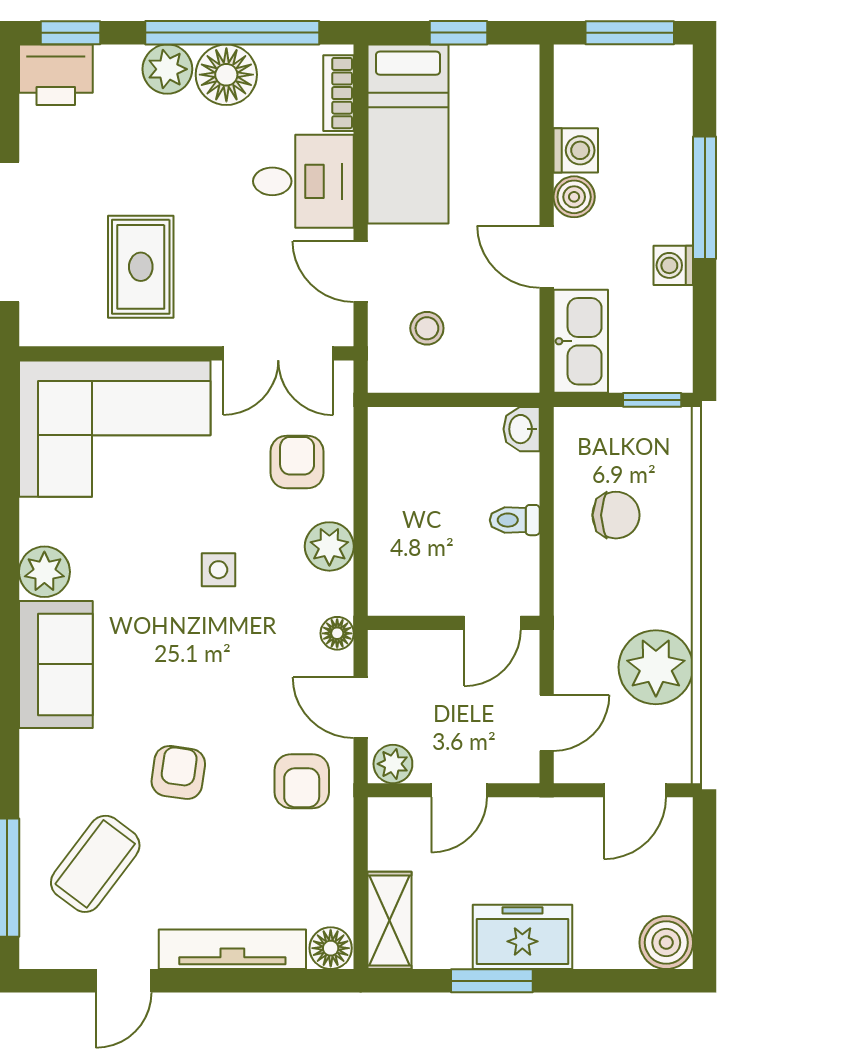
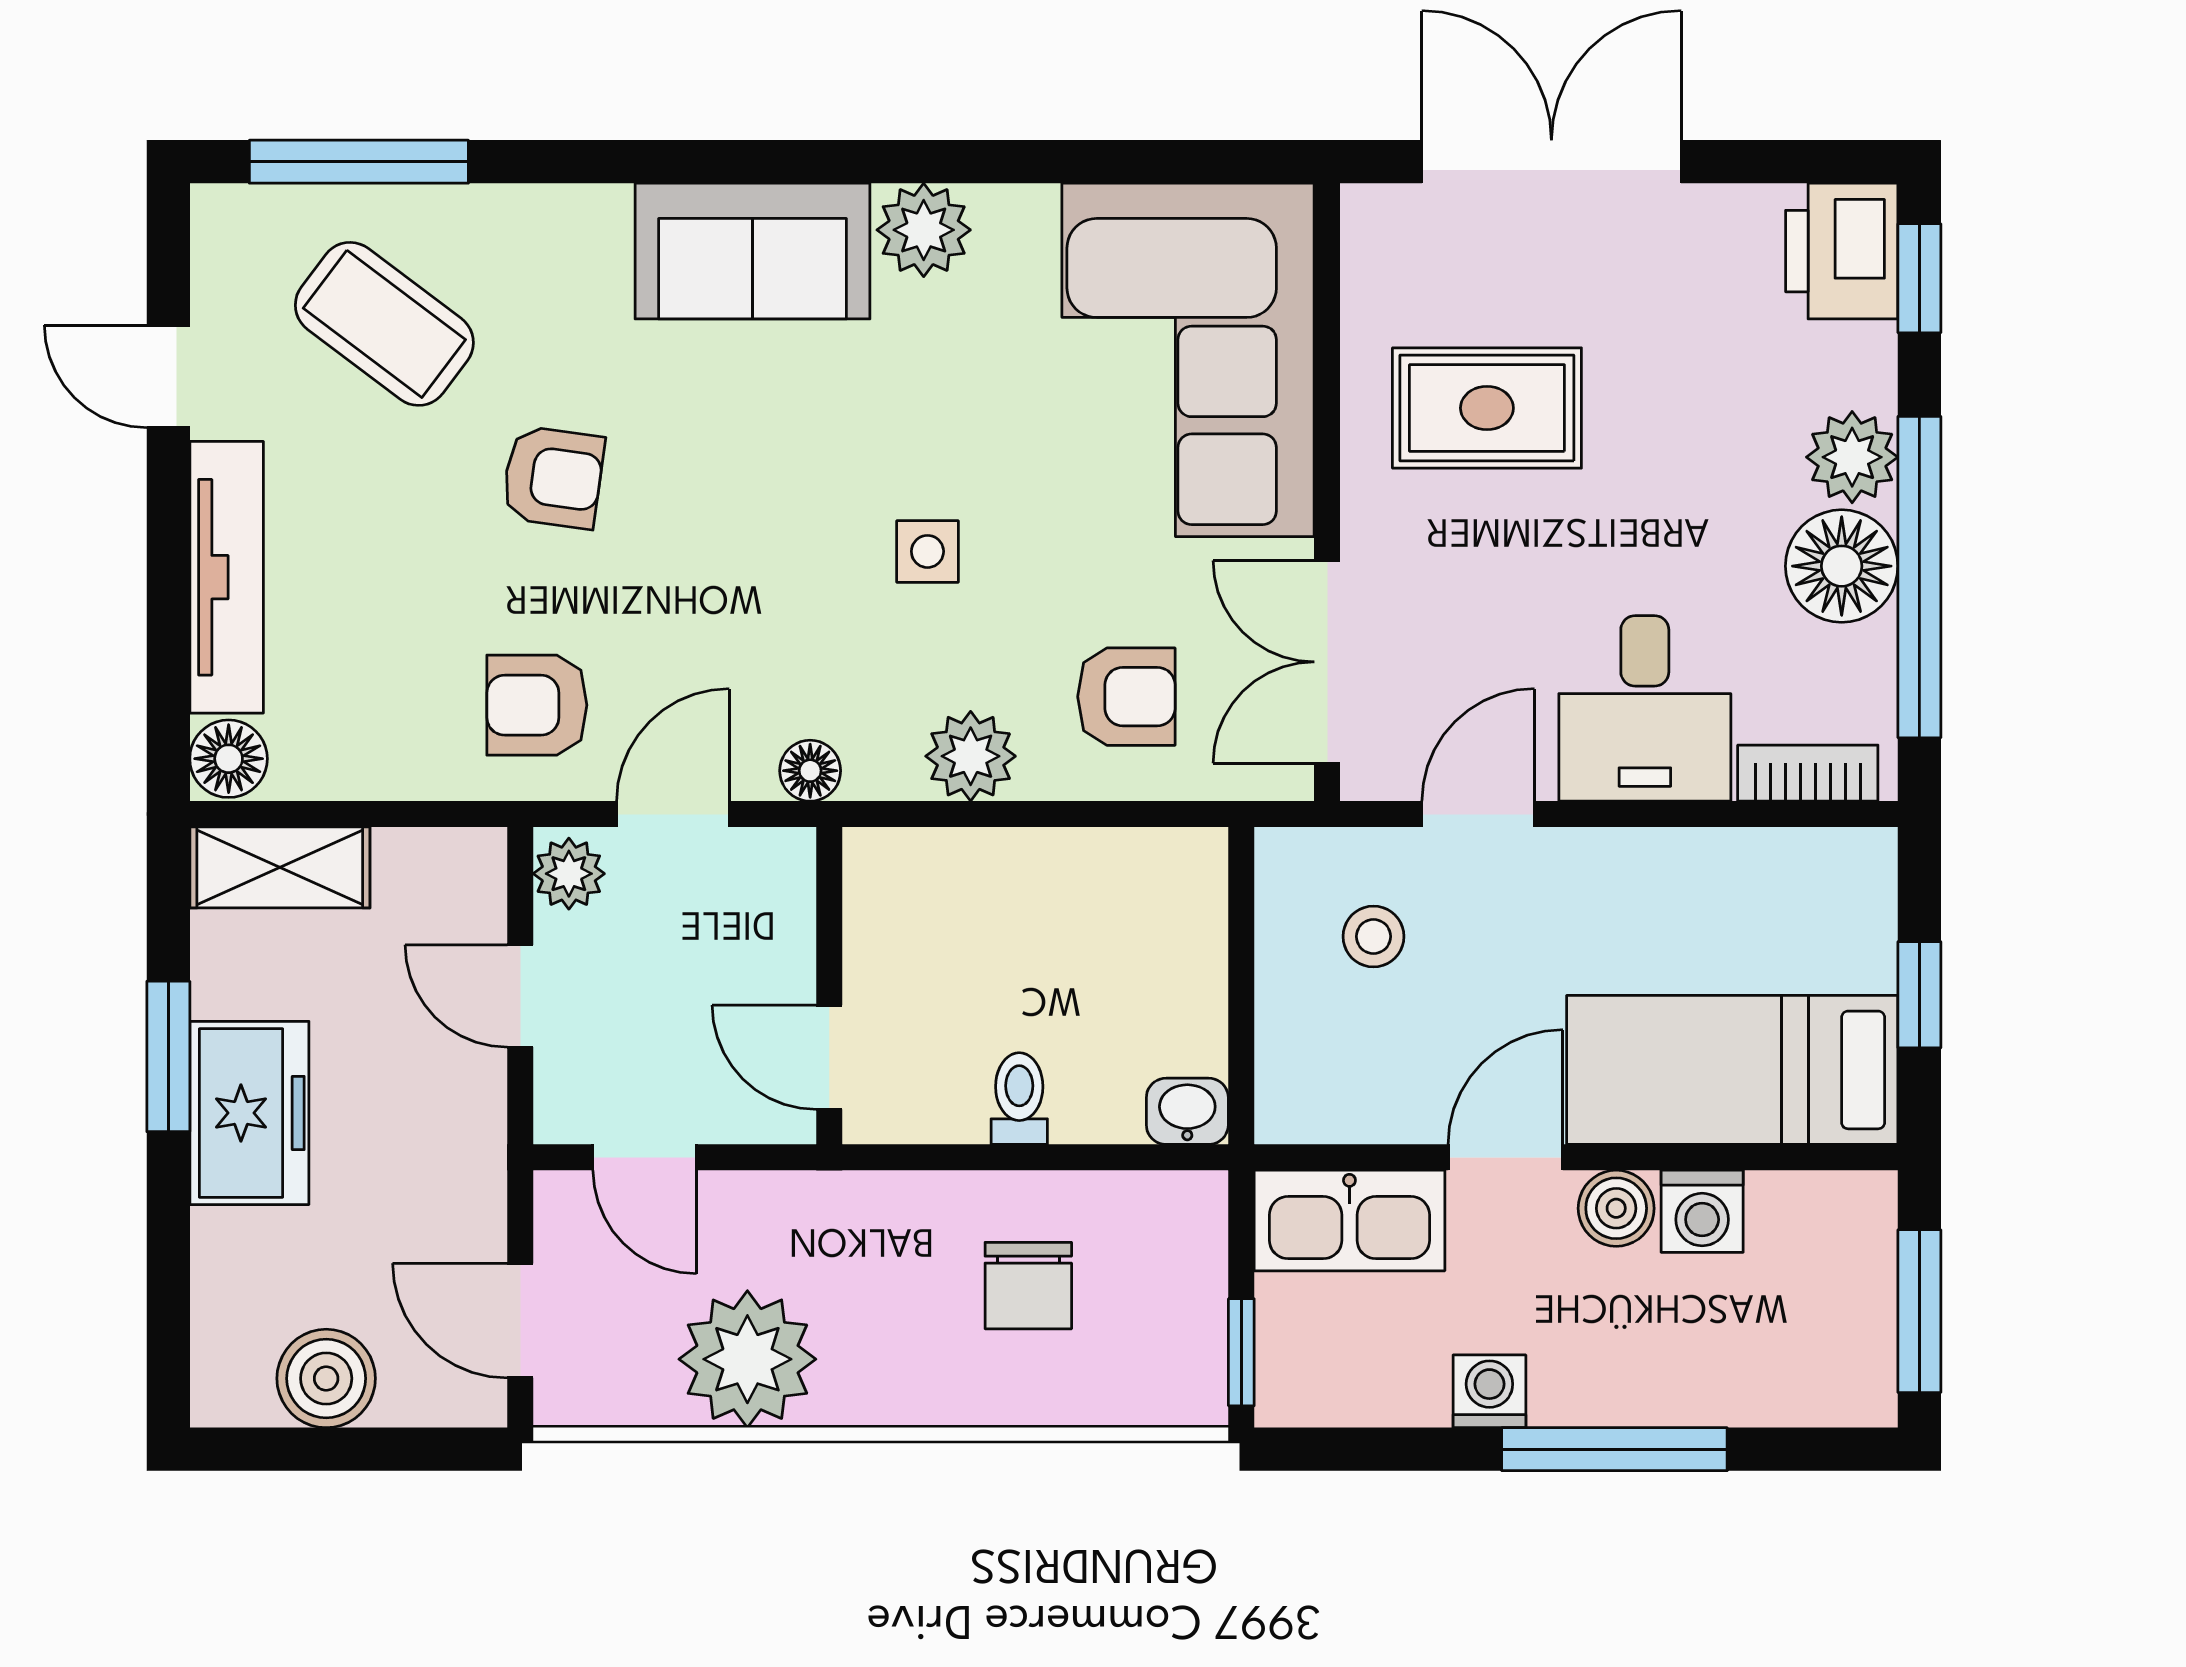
bed: (408, 134) -> (1732, 1070), moved
boiler: (666, 943) -> (326, 1378), moved

